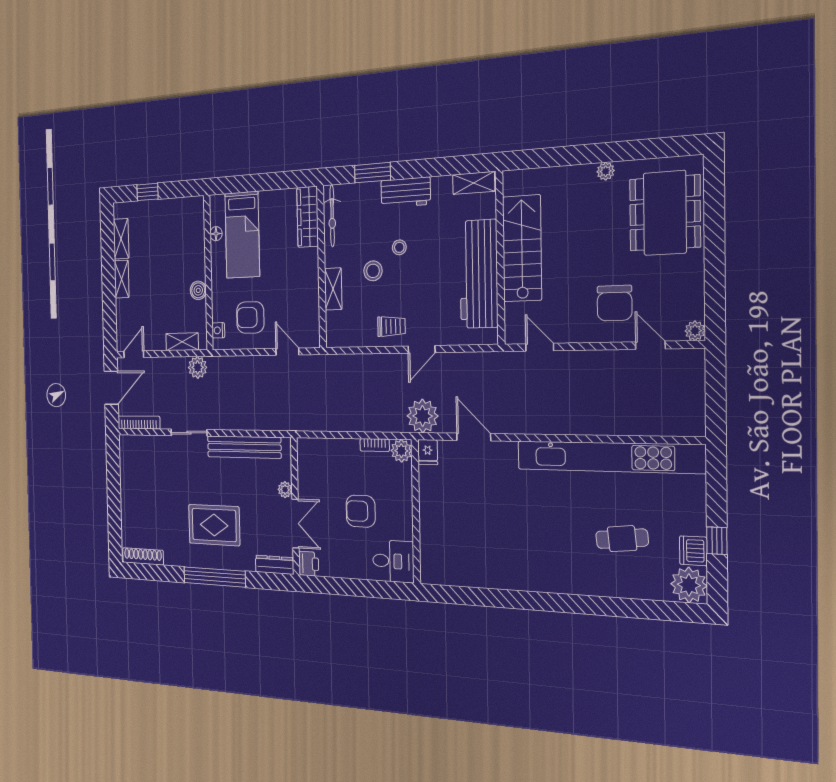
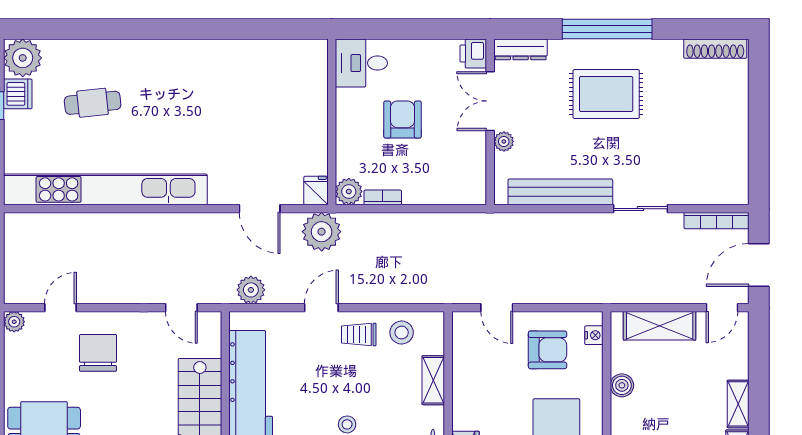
stool: (373, 271) -> (402, 333), moved
shelving: (182, 342) -> (660, 326), width x1.50, depth x1.33
door: (650, 345) -> (60, 308), swing flipped
plant: (198, 367) -> (251, 290), moved
armchair: (361, 511) -> (402, 120), turned -90

